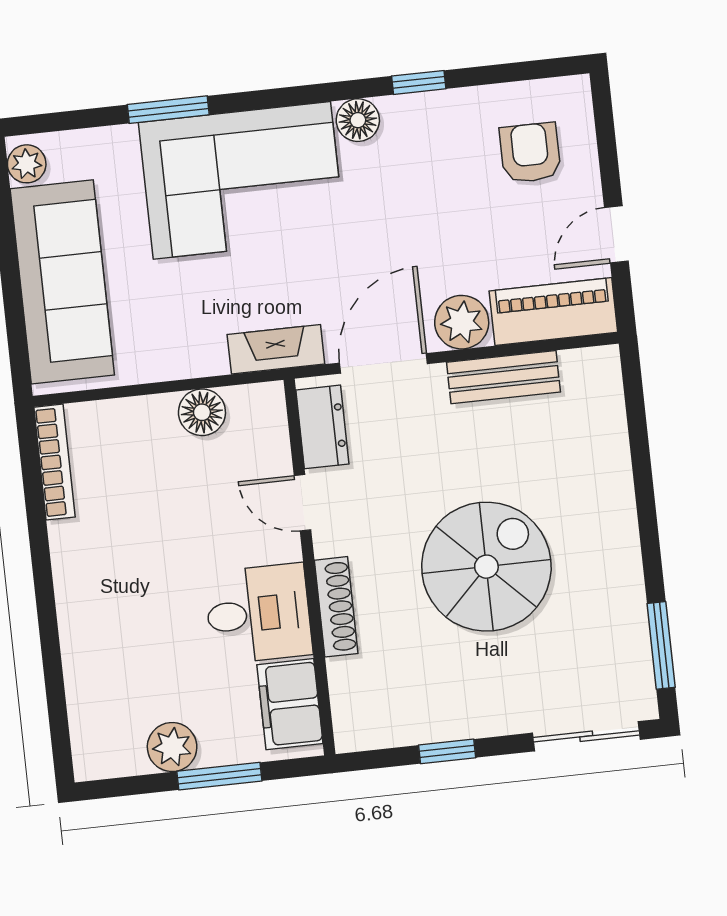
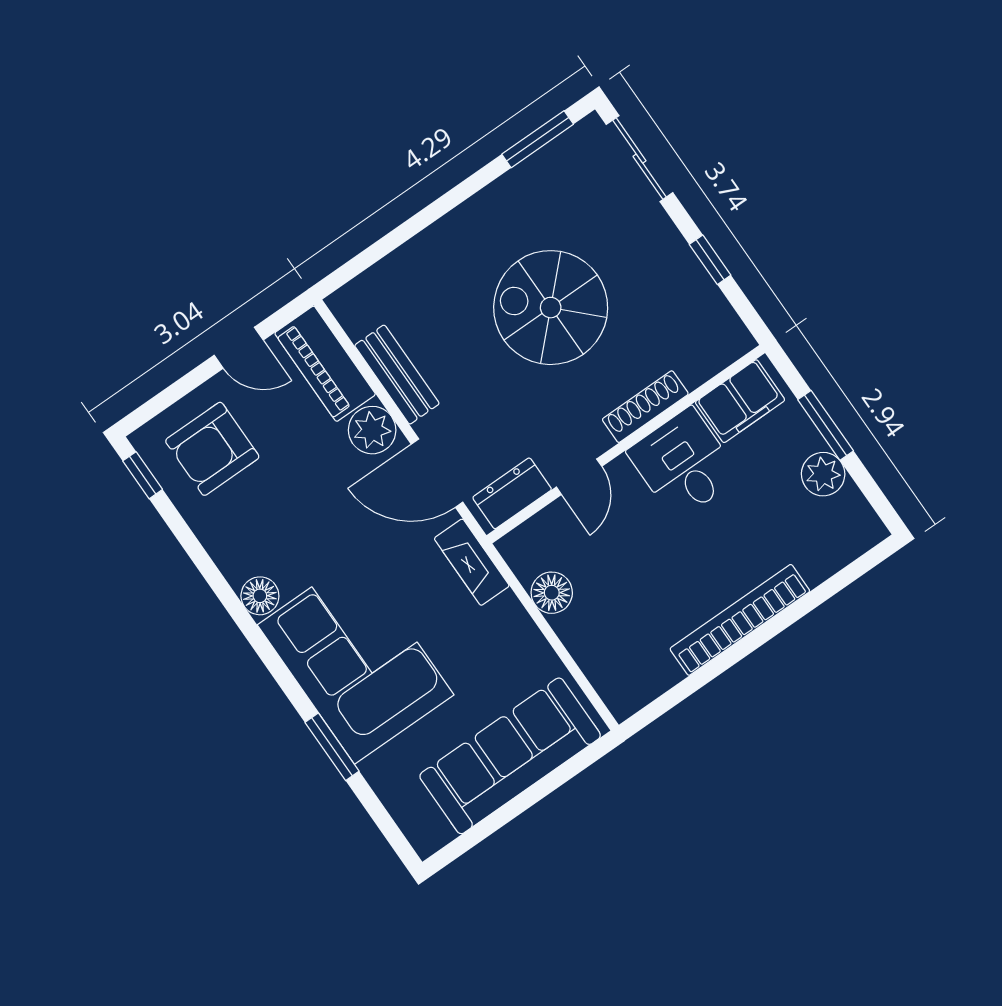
window: (419, 82) -> (143, 475), moved
armchair: (530, 153) -> (212, 449), width x1.38, depth x1.38
plant: (27, 164) -> (434, 833), removed
bookcase: (54, 462) -> (740, 620), moved, width x1.48, depth x1.31

